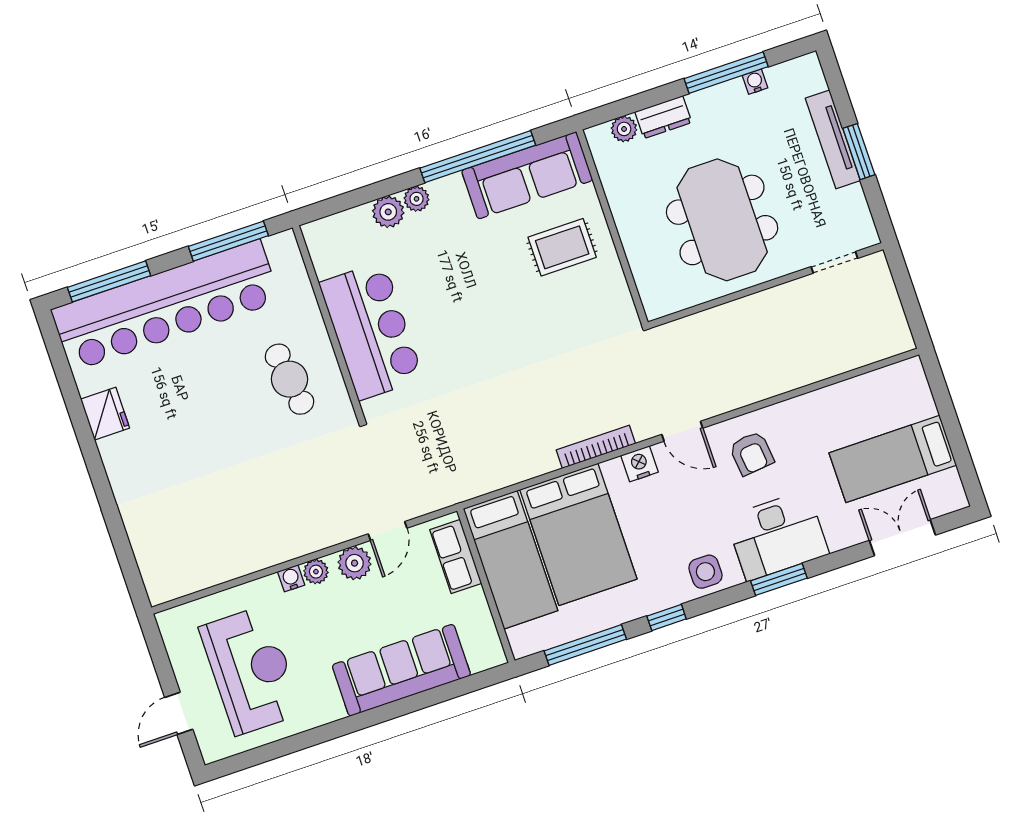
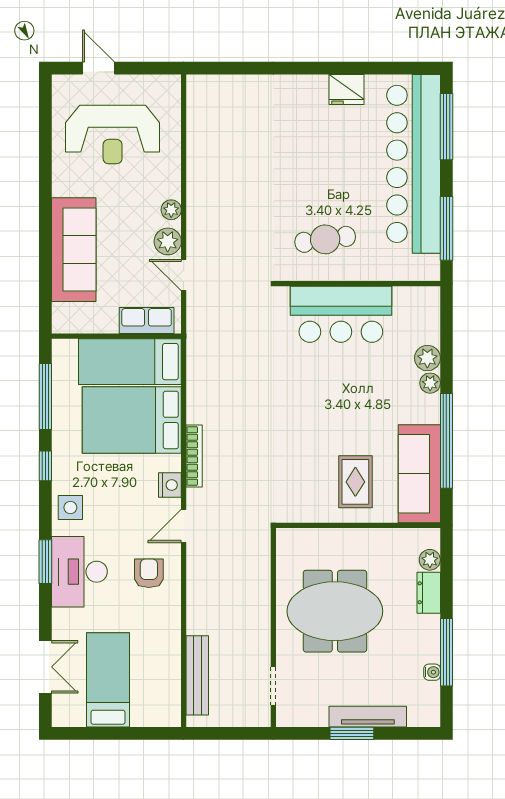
bench: (852, 356) -> (197, 675), added
armchair: (752, 453) -> (149, 573), turned 96
water cooler: (291, 578) -> (172, 189), removed

